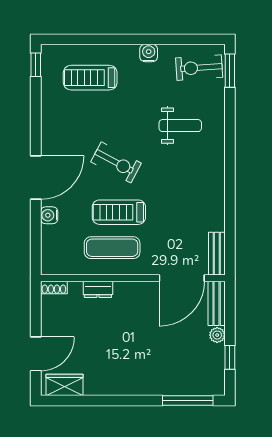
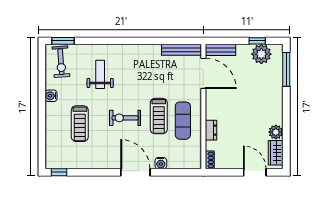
treadmill: (90, 78) -> (80, 124), moved
exercise bike: (116, 162) -> (125, 118), turned -118
bench: (217, 254) -> (182, 50), width x1.36
plant: (217, 335) -> (261, 54), moved, width x1.88, depth x1.88
plant: (95, 385) -> (276, 132), added

